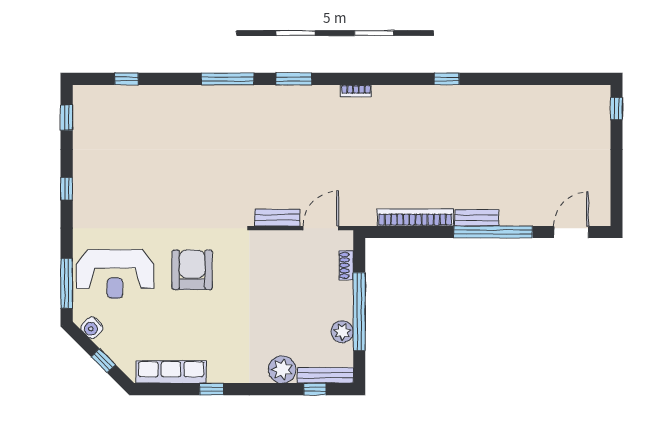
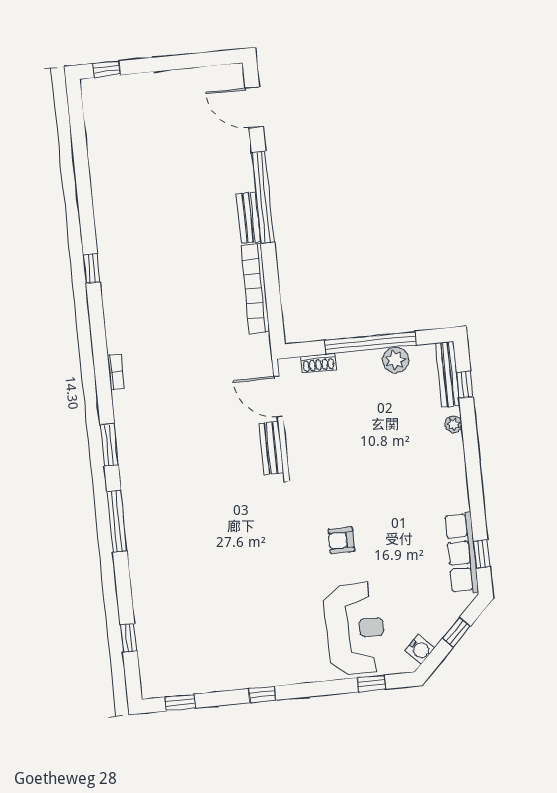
armchair: (192, 270) -> (341, 540), width x0.53, depth x0.53
window: (67, 283) -> (371, 683), width x0.46
plant: (282, 369) -> (453, 424), width x0.53, depth x0.53
window: (211, 389) -> (482, 554), moved

